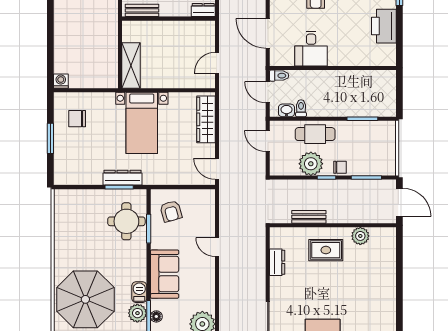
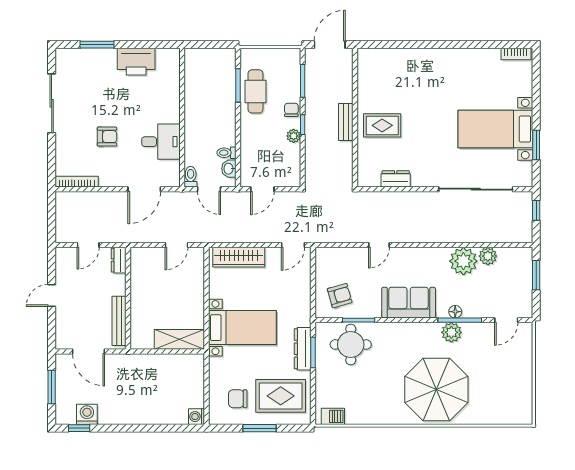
bench: (142, 10) -> (119, 321), width x1.36
door: (217, 63) -> (176, 245), hinge flipped
door: (268, 92) -> (209, 189), hinge flipped
chair: (77, 119) -> (238, 399), turned 90
cafe table: (315, 134) -> (255, 91), moved
rug: (80, 158) -> (281, 396), added
plant: (311, 164) -> (294, 136), width x0.53, depth x0.53
bench: (309, 217) -> (346, 122), moved
plant: (360, 236) -> (367, 88), removed
rug: (326, 250) -> (382, 125), turned 90
barbecue: (139, 292) -> (333, 416), moved, turned 180

